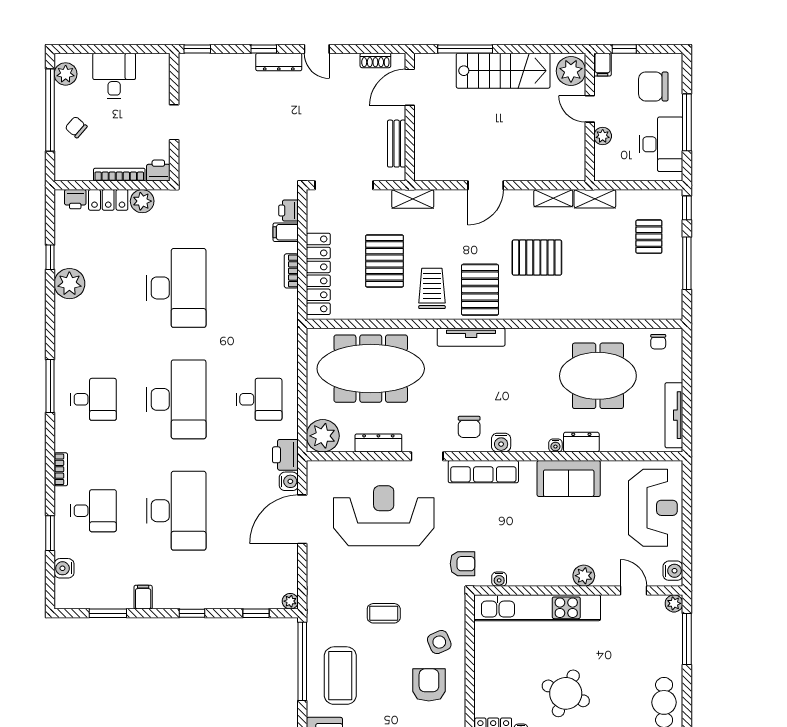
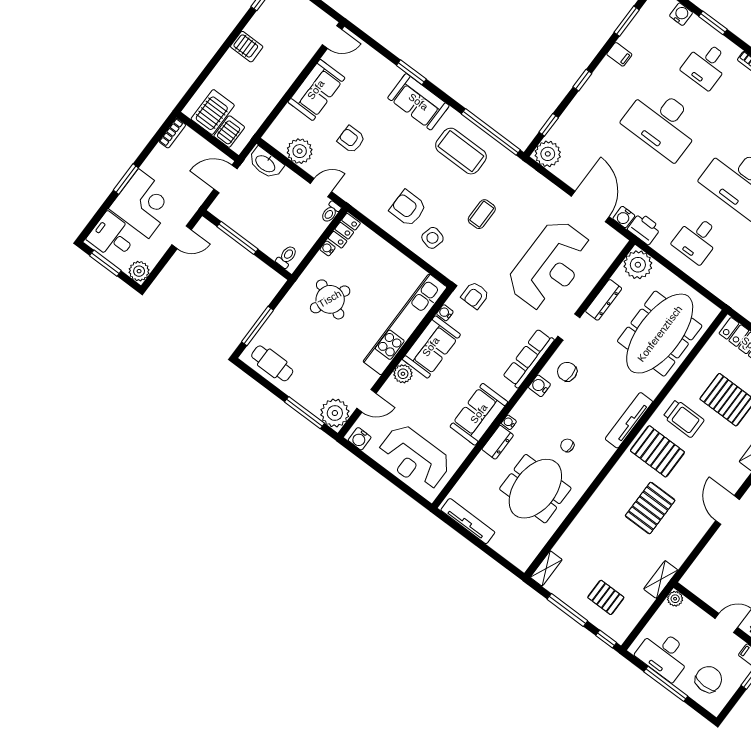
plant: (603, 136) -> (675, 599), moved
shelving: (553, 198) -> (546, 568), moved
chair: (658, 342) -> (567, 445), moved
sofa: (540, 568) -> (431, 347), added
plant: (290, 601) -> (548, 154), width x1.87, depth x1.87
plant: (674, 603) -> (335, 413), width x1.87, depth x1.87
side table: (439, 642) -> (432, 238), turned 38
armchair: (429, 685) -> (408, 208), turned 180

